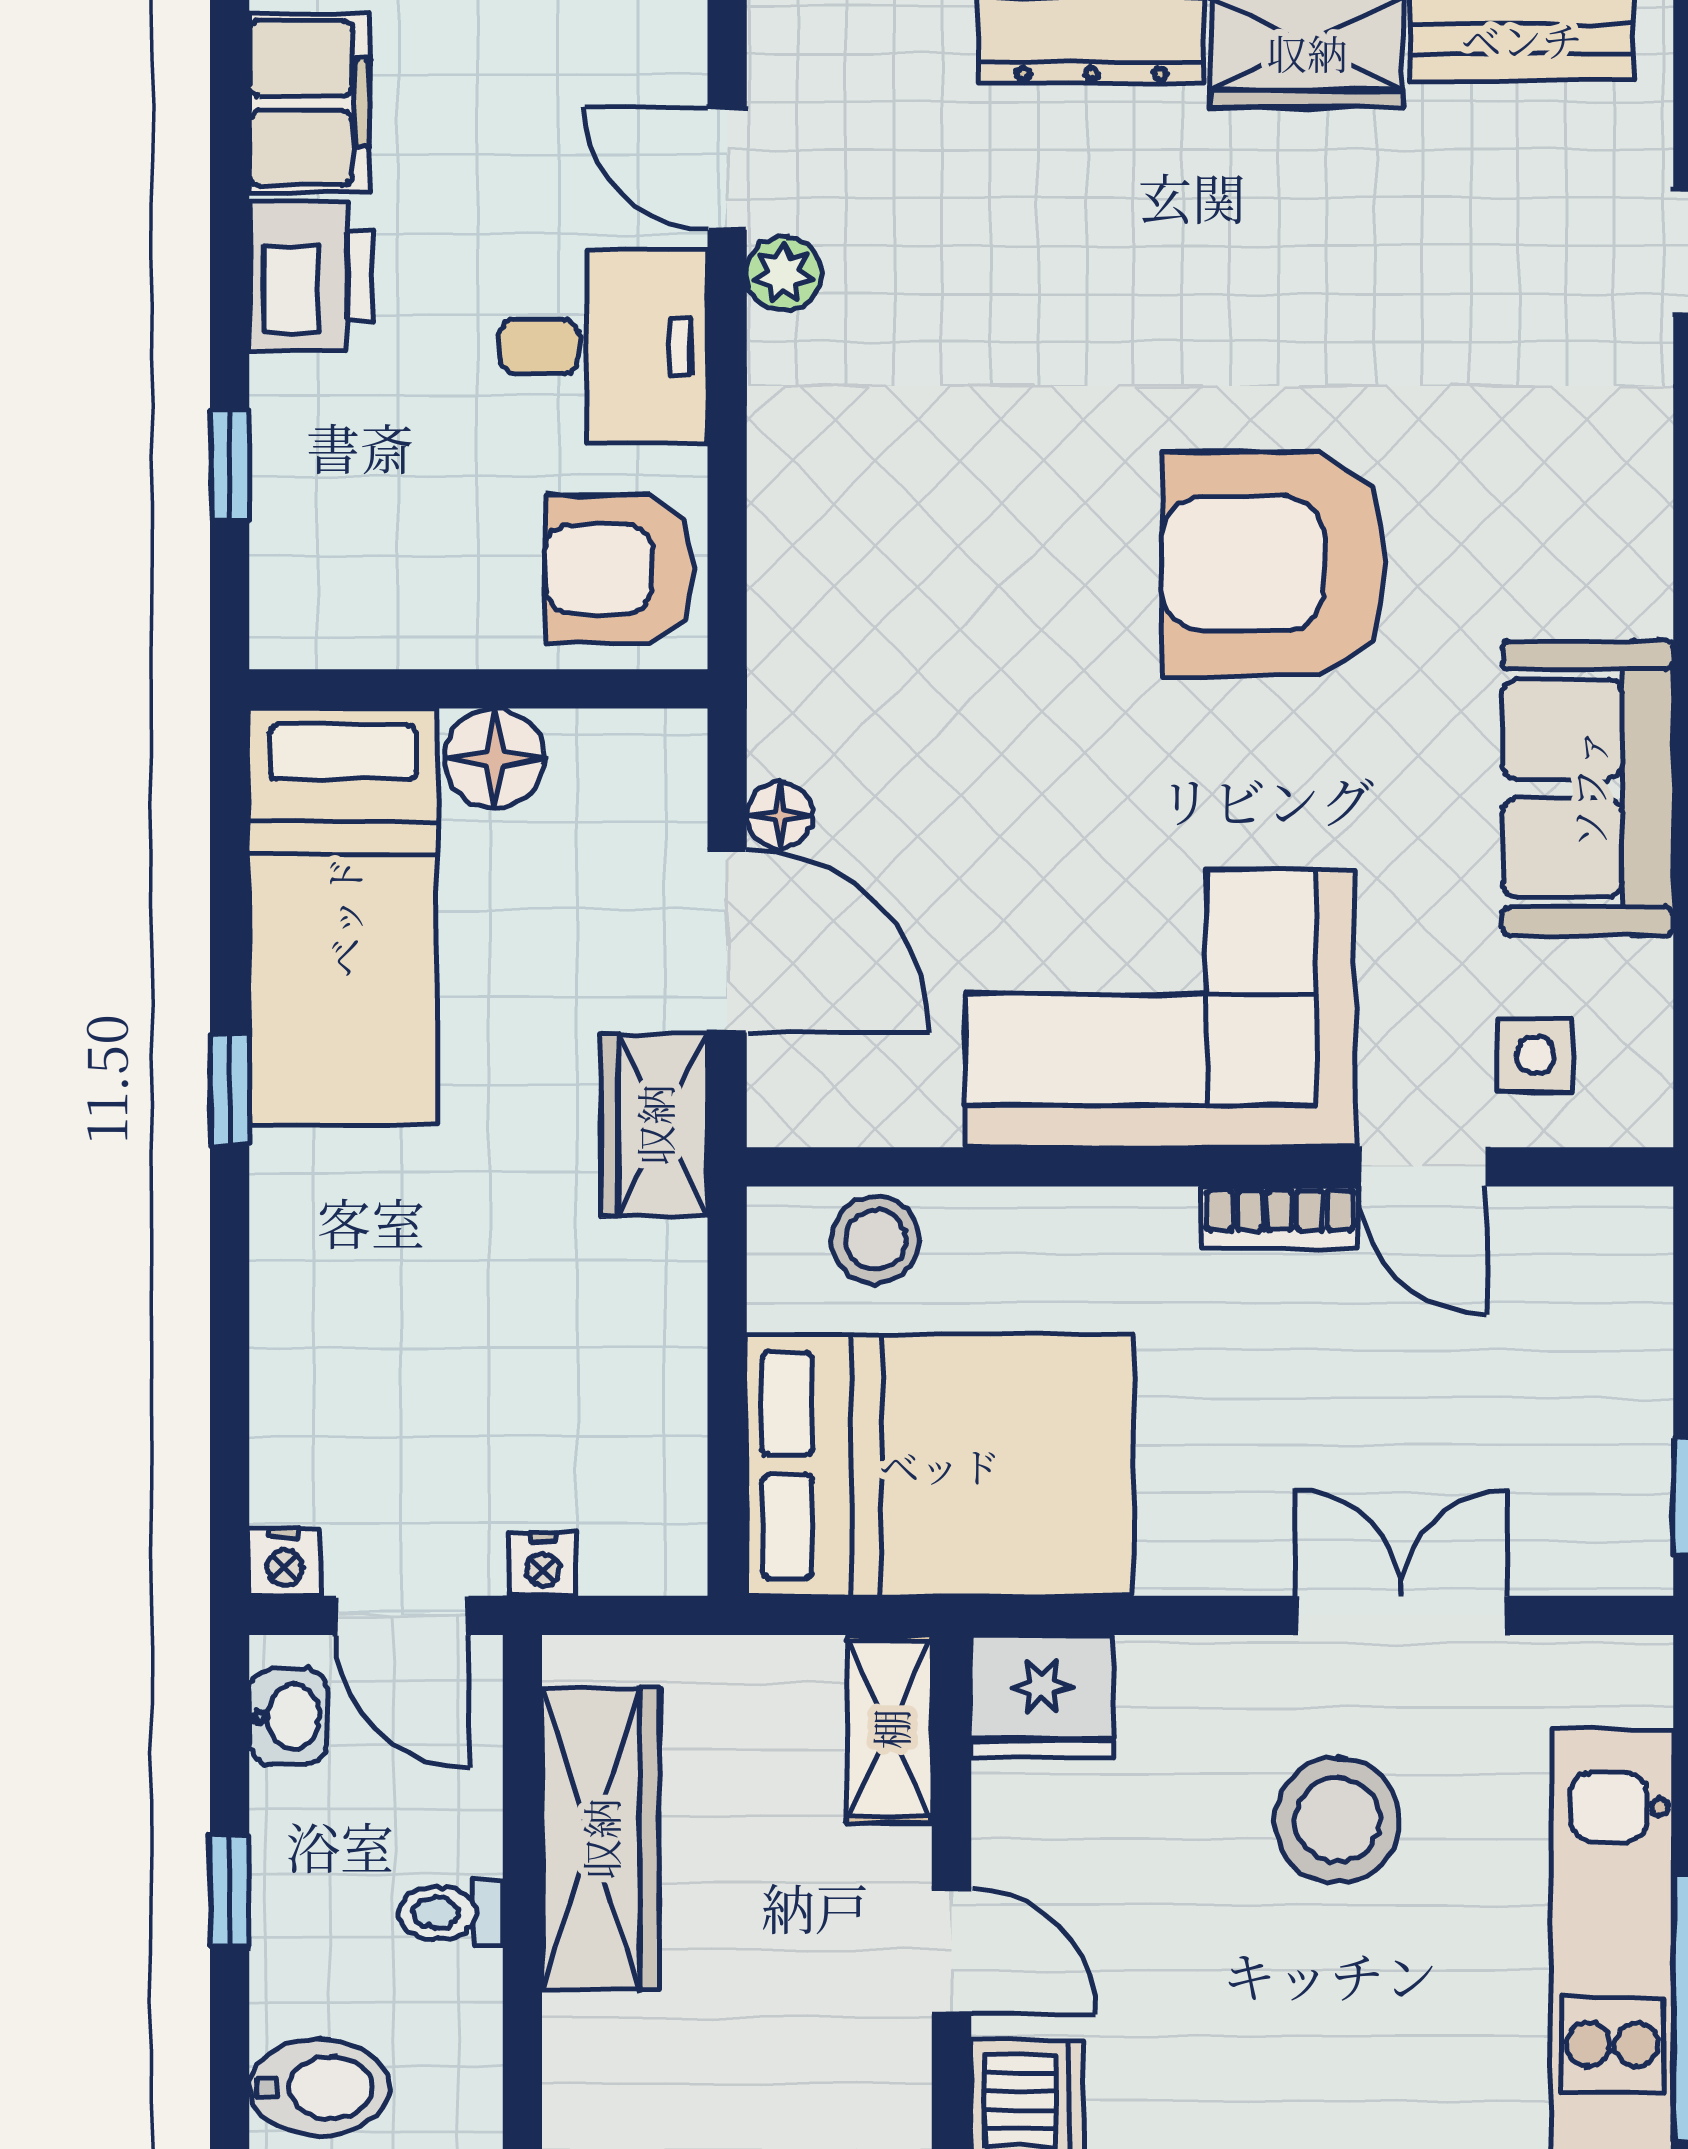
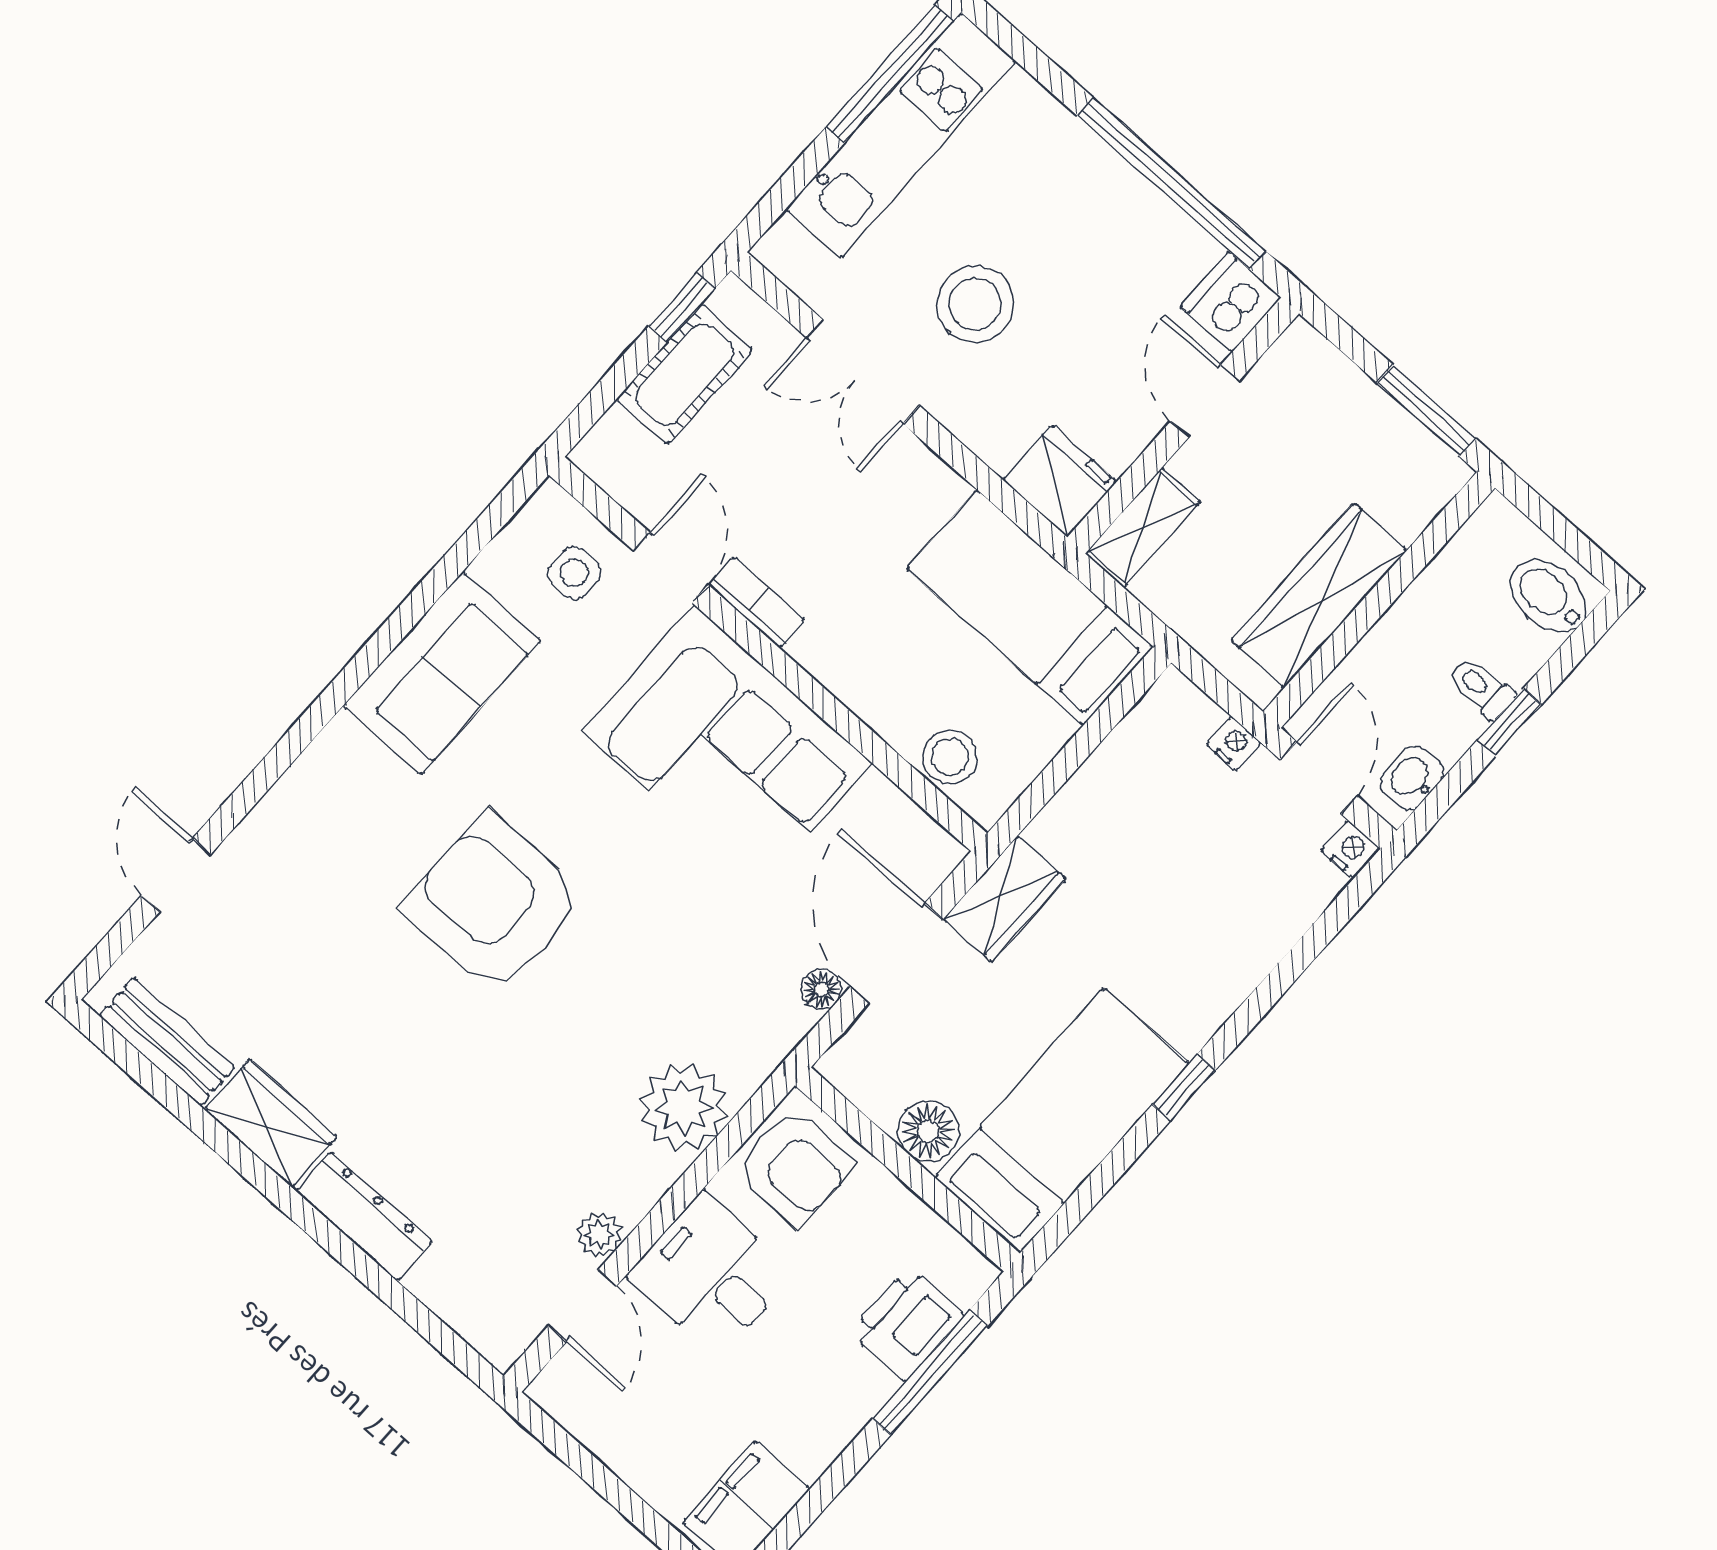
printer: (311, 276) -> (907, 1324), moved
window: (230, 465) -> (930, 1372), width x2.17
plant: (819, 521) -> (684, 1108), added
armchair: (1274, 564) -> (494, 903), turned 180
cot: (1616, 1418) -> (685, 374), added
bed: (940, 1465) -> (1030, 608), width x0.67
toilet: (451, 1913) -> (1481, 688), moved, turned 180

